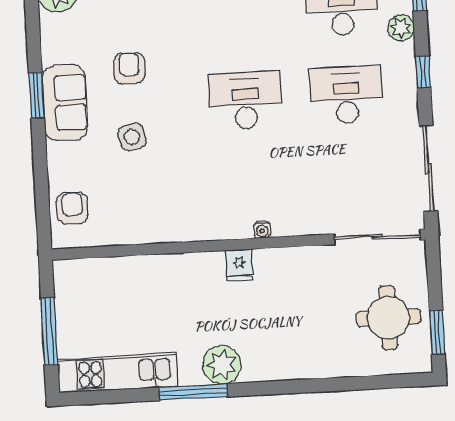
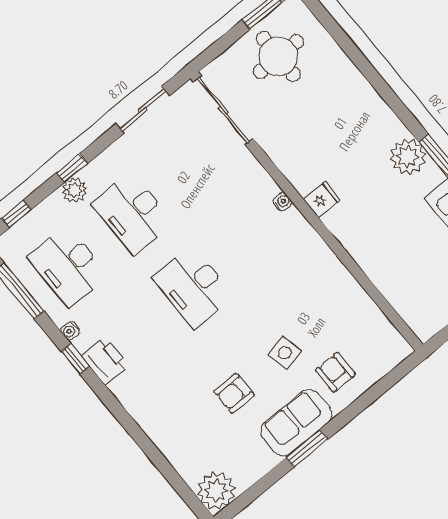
plant: (401, 28) -> (74, 190), moved
sliding door: (428, 169) -> (143, 110), width x0.73
armchair: (72, 208) -> (335, 372), moved, turned 90

